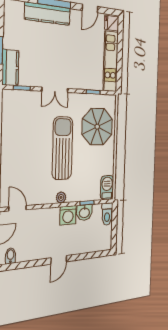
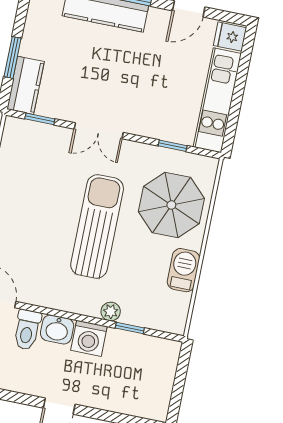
barbecue: (107, 188) -> (183, 270), moved
plant: (61, 197) -> (111, 312), moved
washbasin: (84, 212) -> (57, 330), moved
toilet: (107, 214) -> (27, 330), moved

